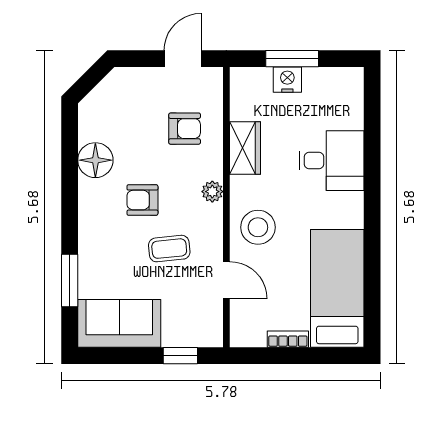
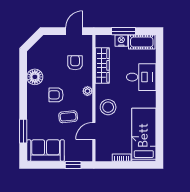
cot: (333, 83) -> (142, 42), added
armchair: (185, 129) -> (75, 63), turned -90
wardrobe: (245, 148) -> (102, 65), width x1.50
door: (226, 280) -> (94, 131), swing flipped

